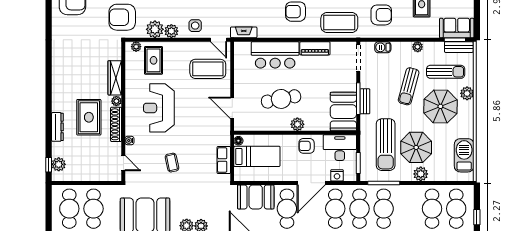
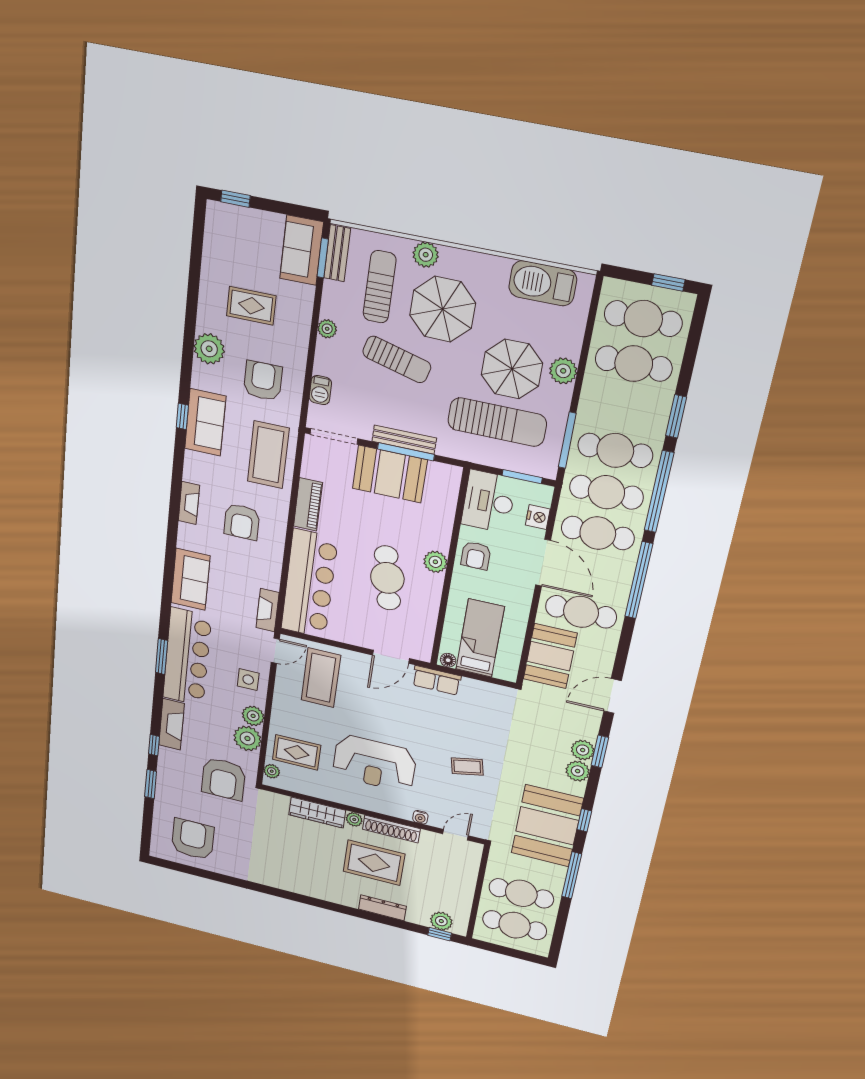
bar counter: (275, 55) -> (309, 584), width x1.36
bench: (365, 101) -> (404, 440), width x1.36
booth: (343, 112) -> (390, 474), moved
row of seats: (224, 160) -> (437, 680), moved

